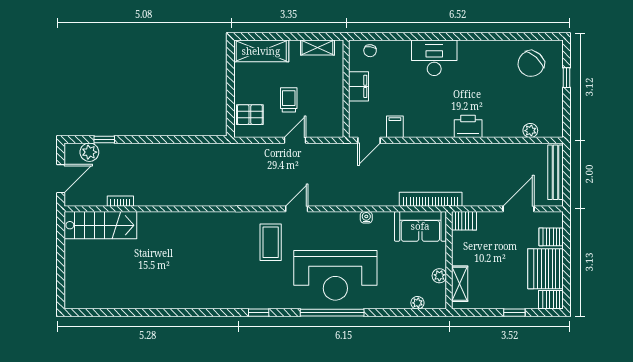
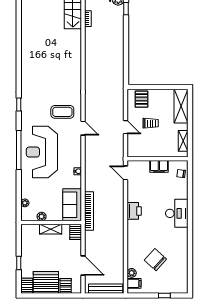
chair: (531, 64) -> (155, 260), moved
printer: (468, 126) -> (134, 211), moved
filing cabinet: (395, 127) -> (134, 283), moved
shelving: (460, 284) -> (51, 229), moved

